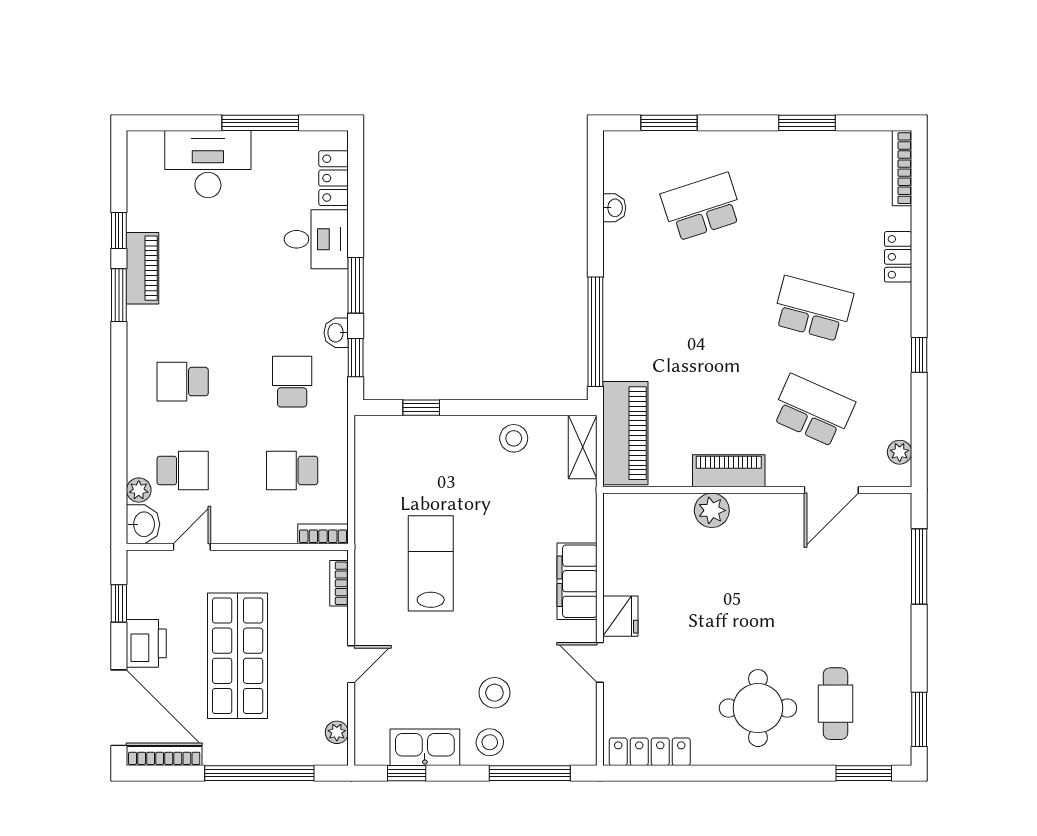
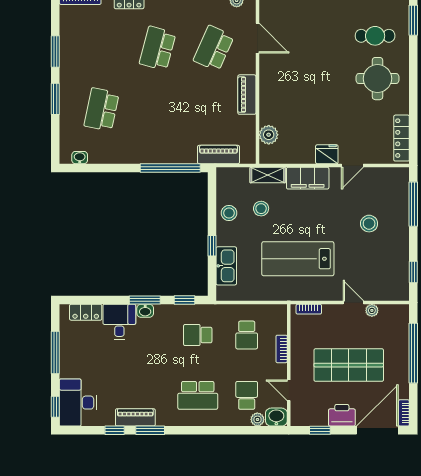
window: (162, 123) -> (55, 407), added
window: (669, 123) -> (55, 99), moved
desk: (208, 164) -> (78, 403), moved
school desk: (702, 207) -> (102, 109), turned 30
washbasin: (614, 208) -> (80, 158), moved
washbasin: (336, 333) -> (145, 311), moved
school desk: (183, 382) -> (198, 395), width x1.85
window: (421, 408) -> (212, 246), moved
piano: (625, 433) -> (218, 155), width x0.73, depth x0.75
shelving: (583, 447) -> (268, 175), moved
plant: (712, 510) -> (269, 135), moved
bookcase: (323, 534) -> (282, 349), moved
lab bench: (431, 563) -> (298, 259), width x1.36, depth x1.39
plant: (337, 732) -> (372, 310), moved
stool: (490, 742) -> (261, 209), moved
kitchen sink: (425, 747) -> (226, 266), moved, turned 180
bookcase: (164, 756) -> (404, 413), width x0.64

